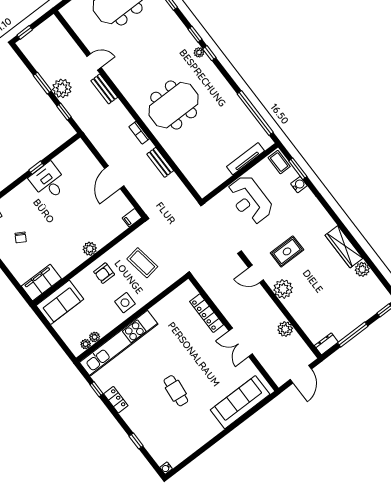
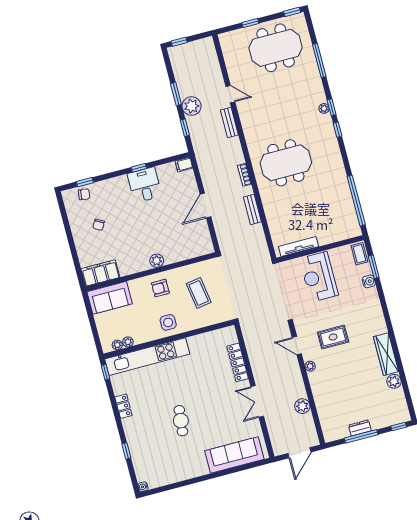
plant: (199, 52) -> (324, 108), moved
tv unit: (245, 159) -> (299, 246), moved
filing cabinet: (132, 218) -> (184, 165), moved
plant: (283, 289) -> (310, 366), width x0.53, depth x0.53
dresser: (326, 344) -> (360, 428), moved
window: (97, 389) -> (105, 372), moved

